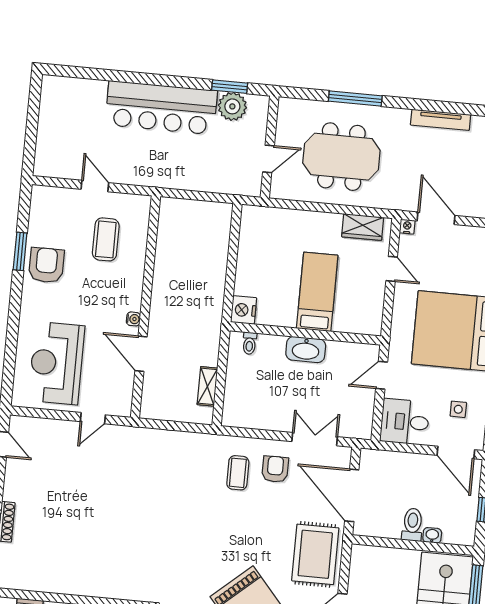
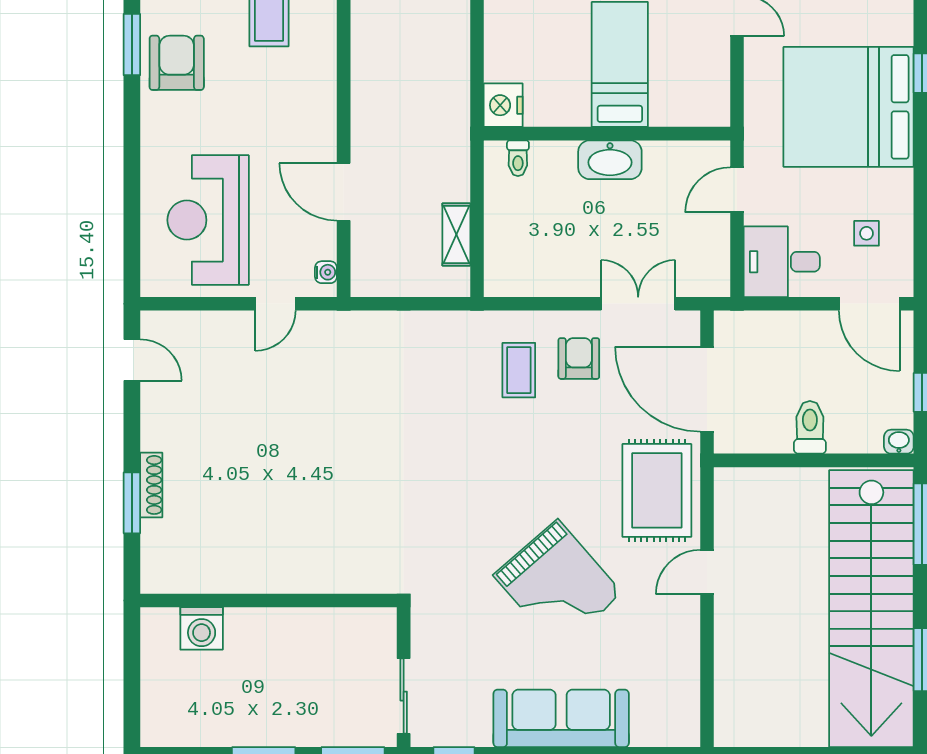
water cooler: (133, 319) -> (326, 272), moved
washbasin: (432, 535) -> (899, 442), moved

